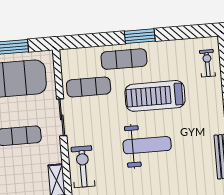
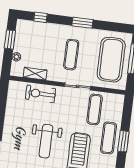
window: (140, 36) -> (123, 141), moved
exercise bike: (83, 167) -> (41, 94), turned 180

